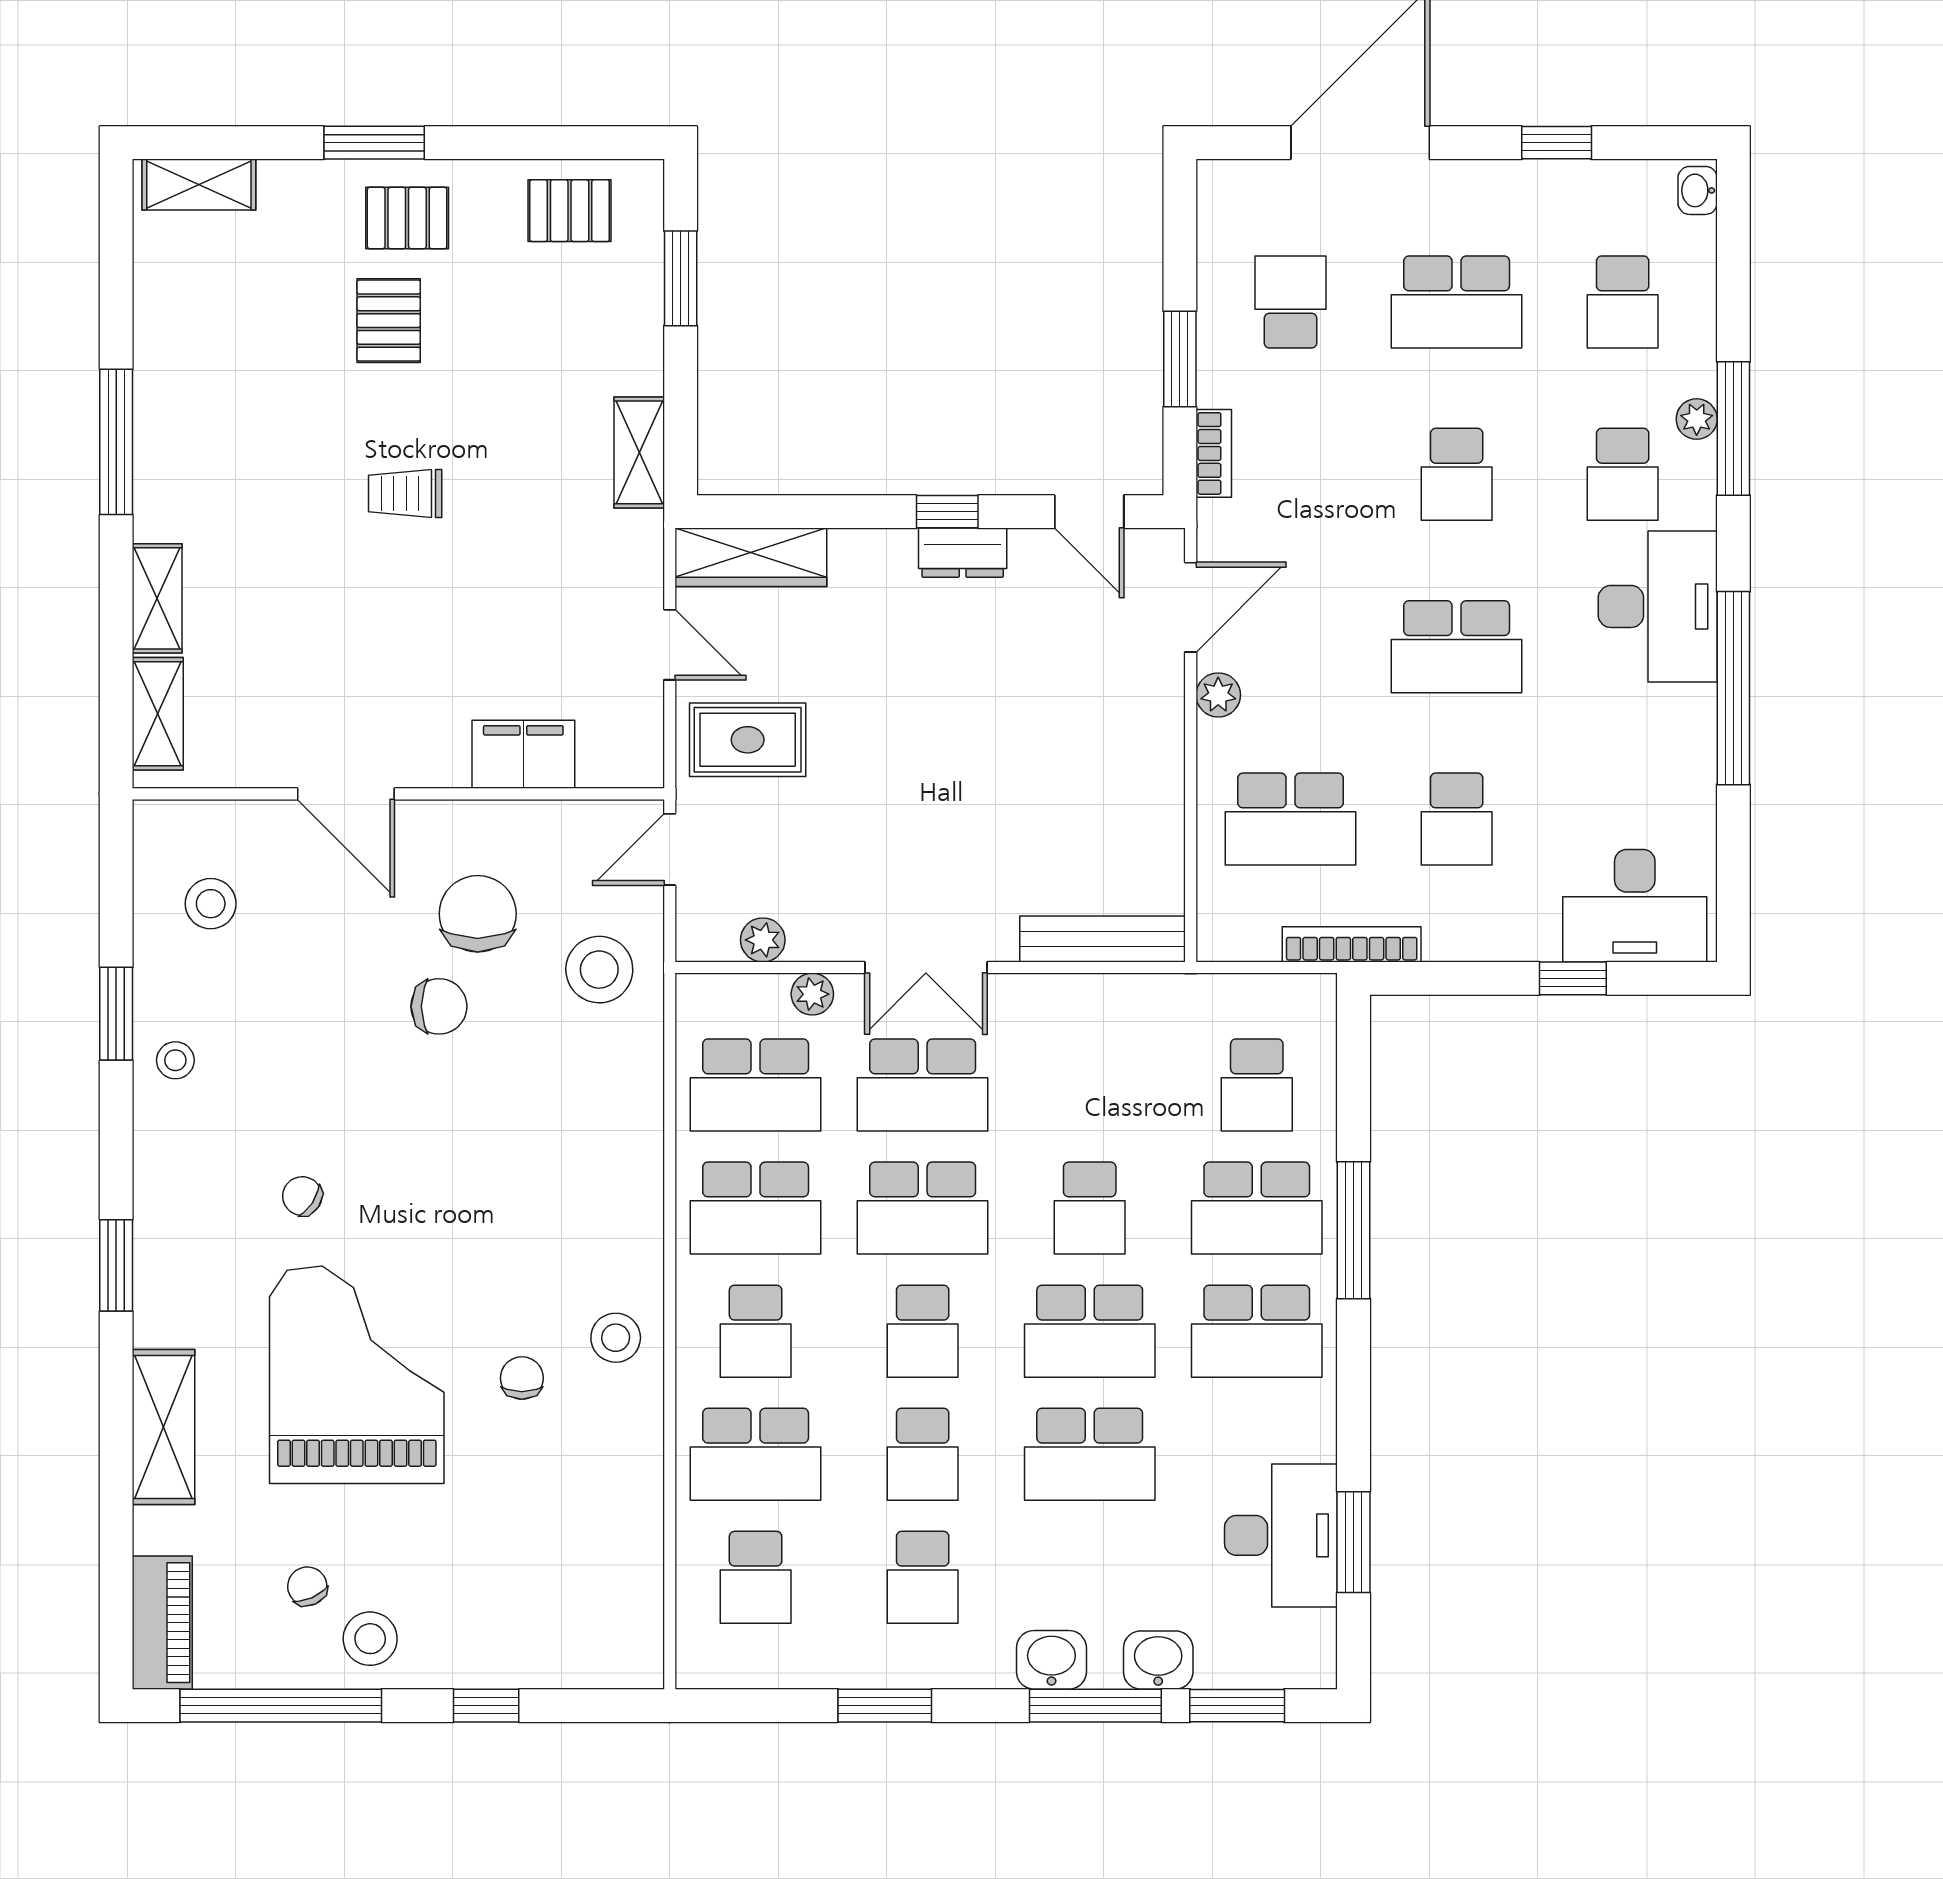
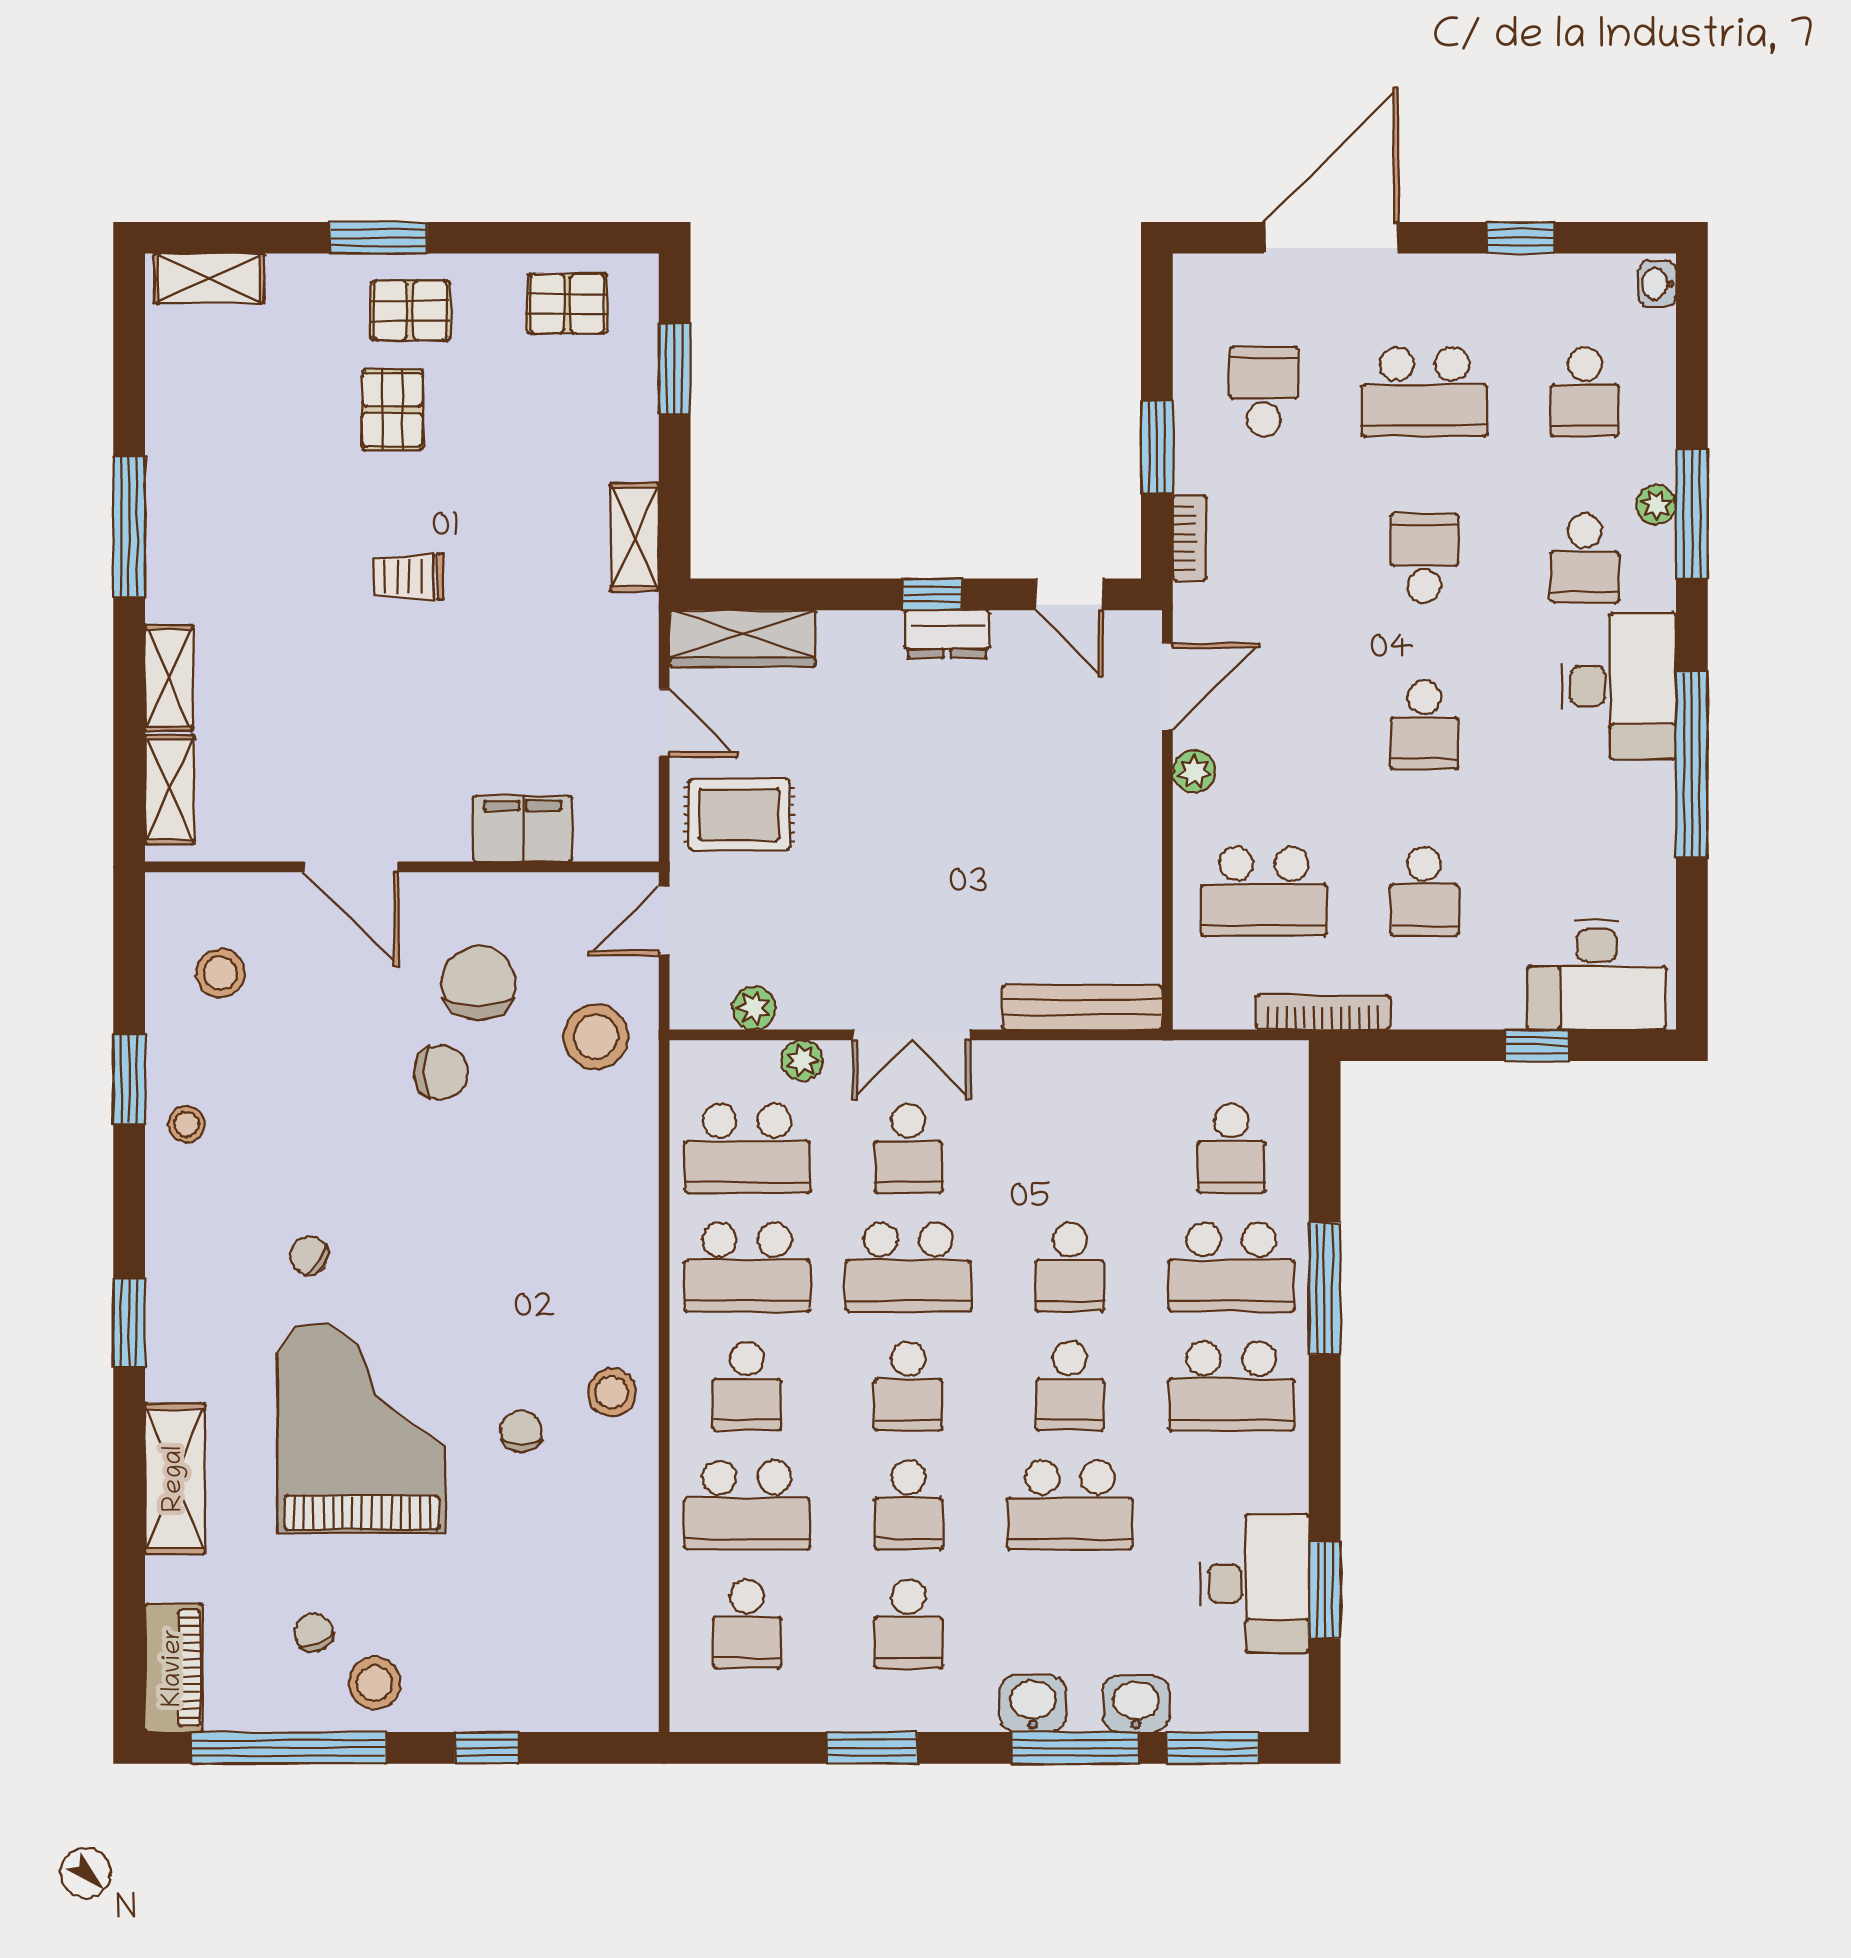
school desk: (1457, 474) -> (1424, 558), turned 180
school desk: (1457, 647) -> (1424, 725), width x0.54
school desk: (923, 1085) -> (908, 1148), width x0.54
school desk: (1090, 1331) -> (1070, 1386), width x0.54

